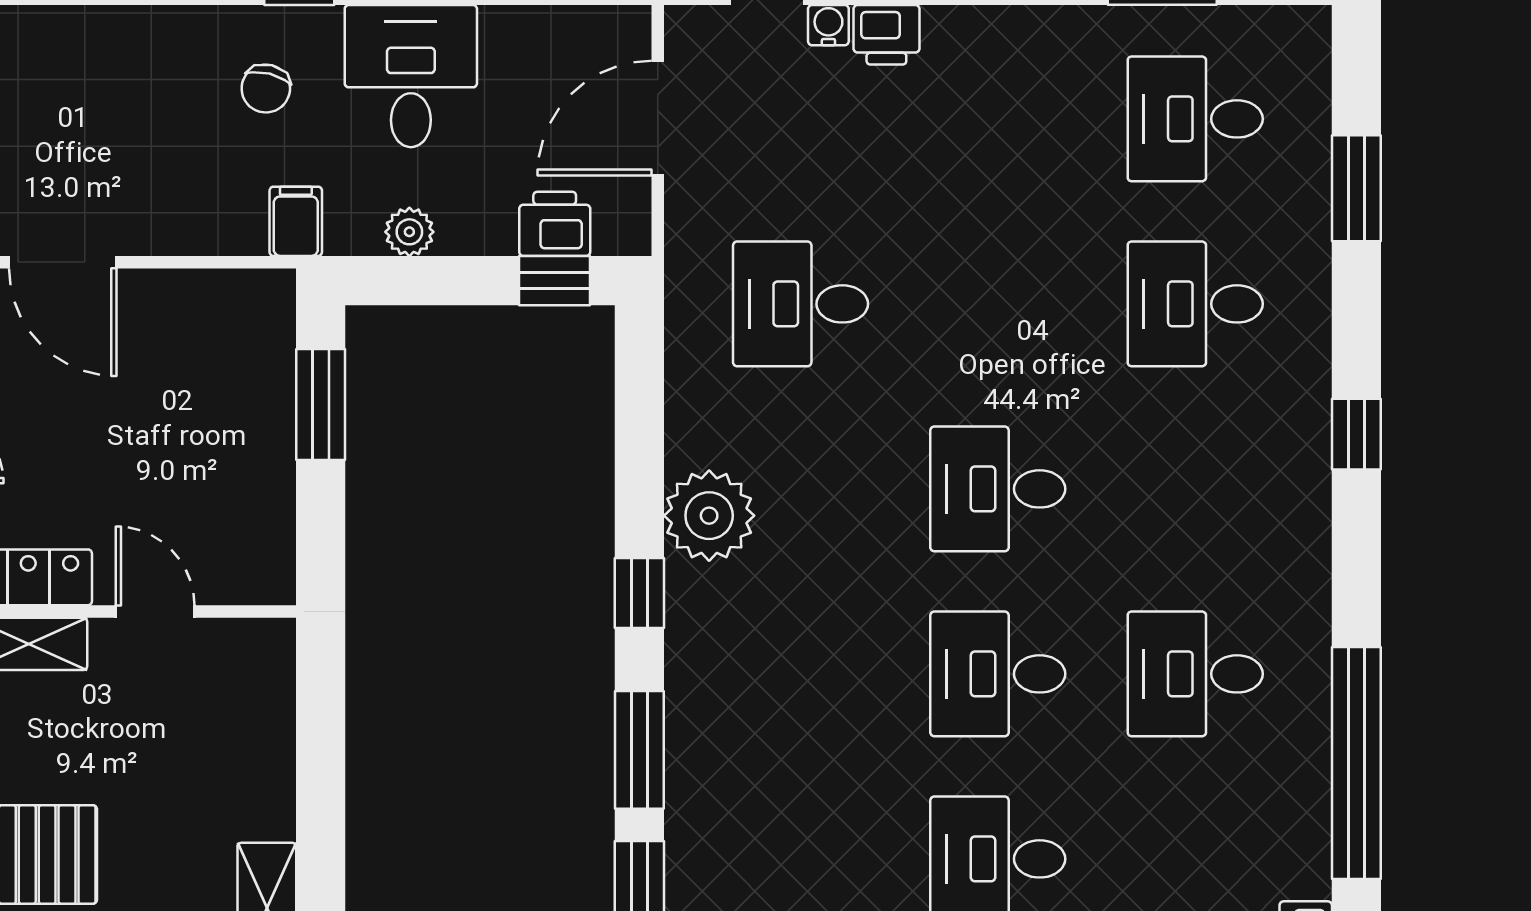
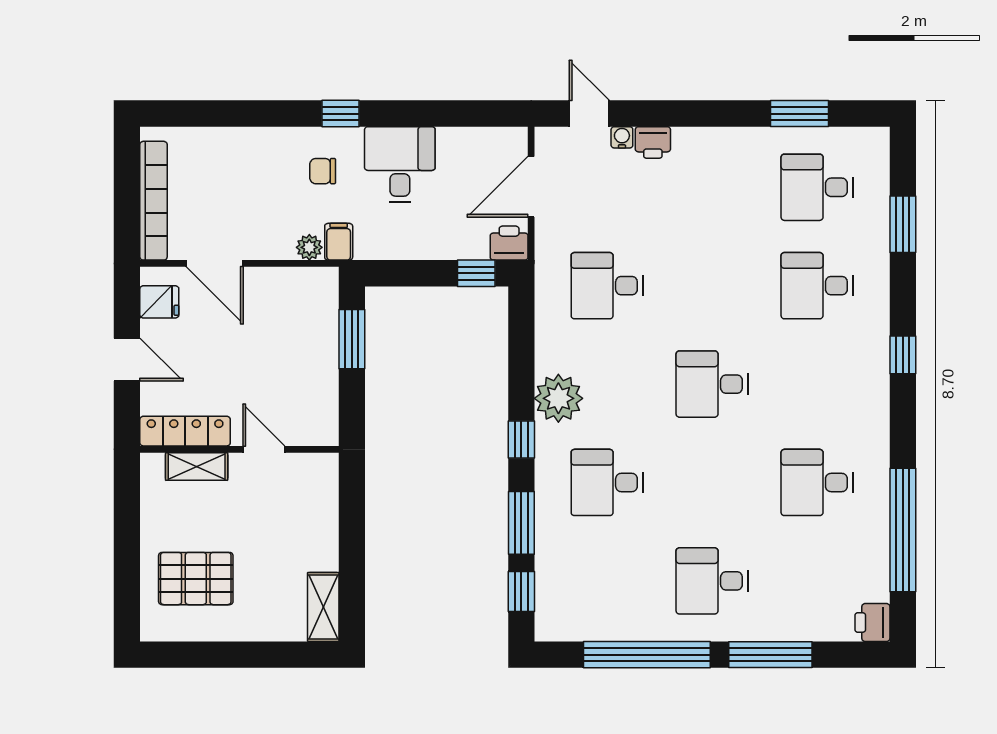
chair: (266, 89) -> (323, 171), turned 76
printer: (555, 224) -> (509, 243), moved
plant: (409, 232) -> (309, 247), moved
desk: (998, 674) -> (607, 482), moved

